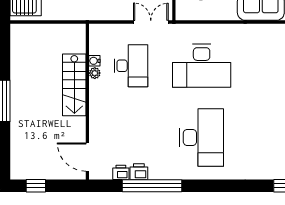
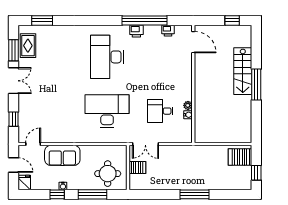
desk: (131, 66) -> (160, 111), width x0.73
stairs: (74, 85) -> (243, 71), moved, turned 180
printer: (139, 172) -> (136, 31), moved

